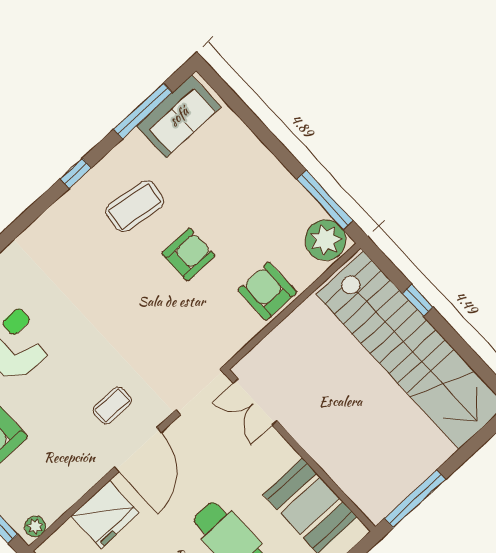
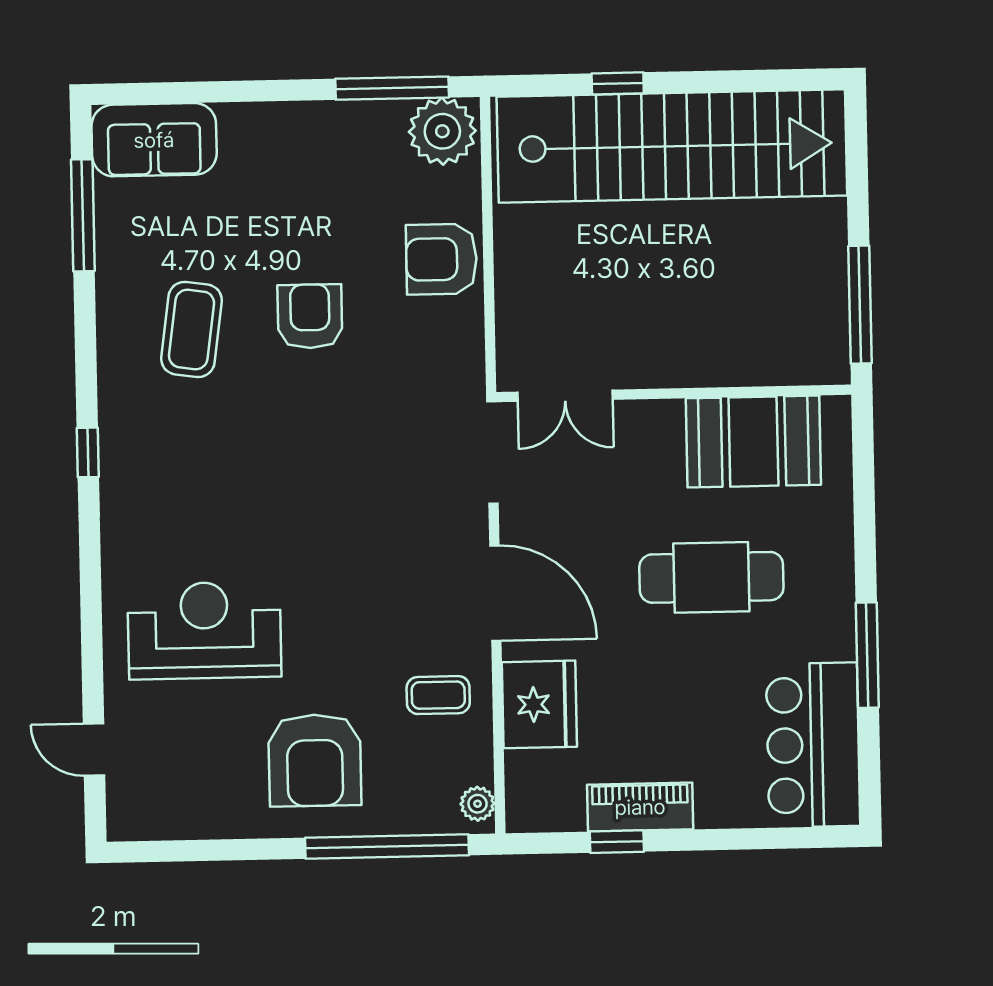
sofa: (179, 116) -> (154, 140), moved, turned 90
window: (76, 173) -> (88, 452), moved
coffee table: (112, 406) -> (438, 695), moved, turned 90

